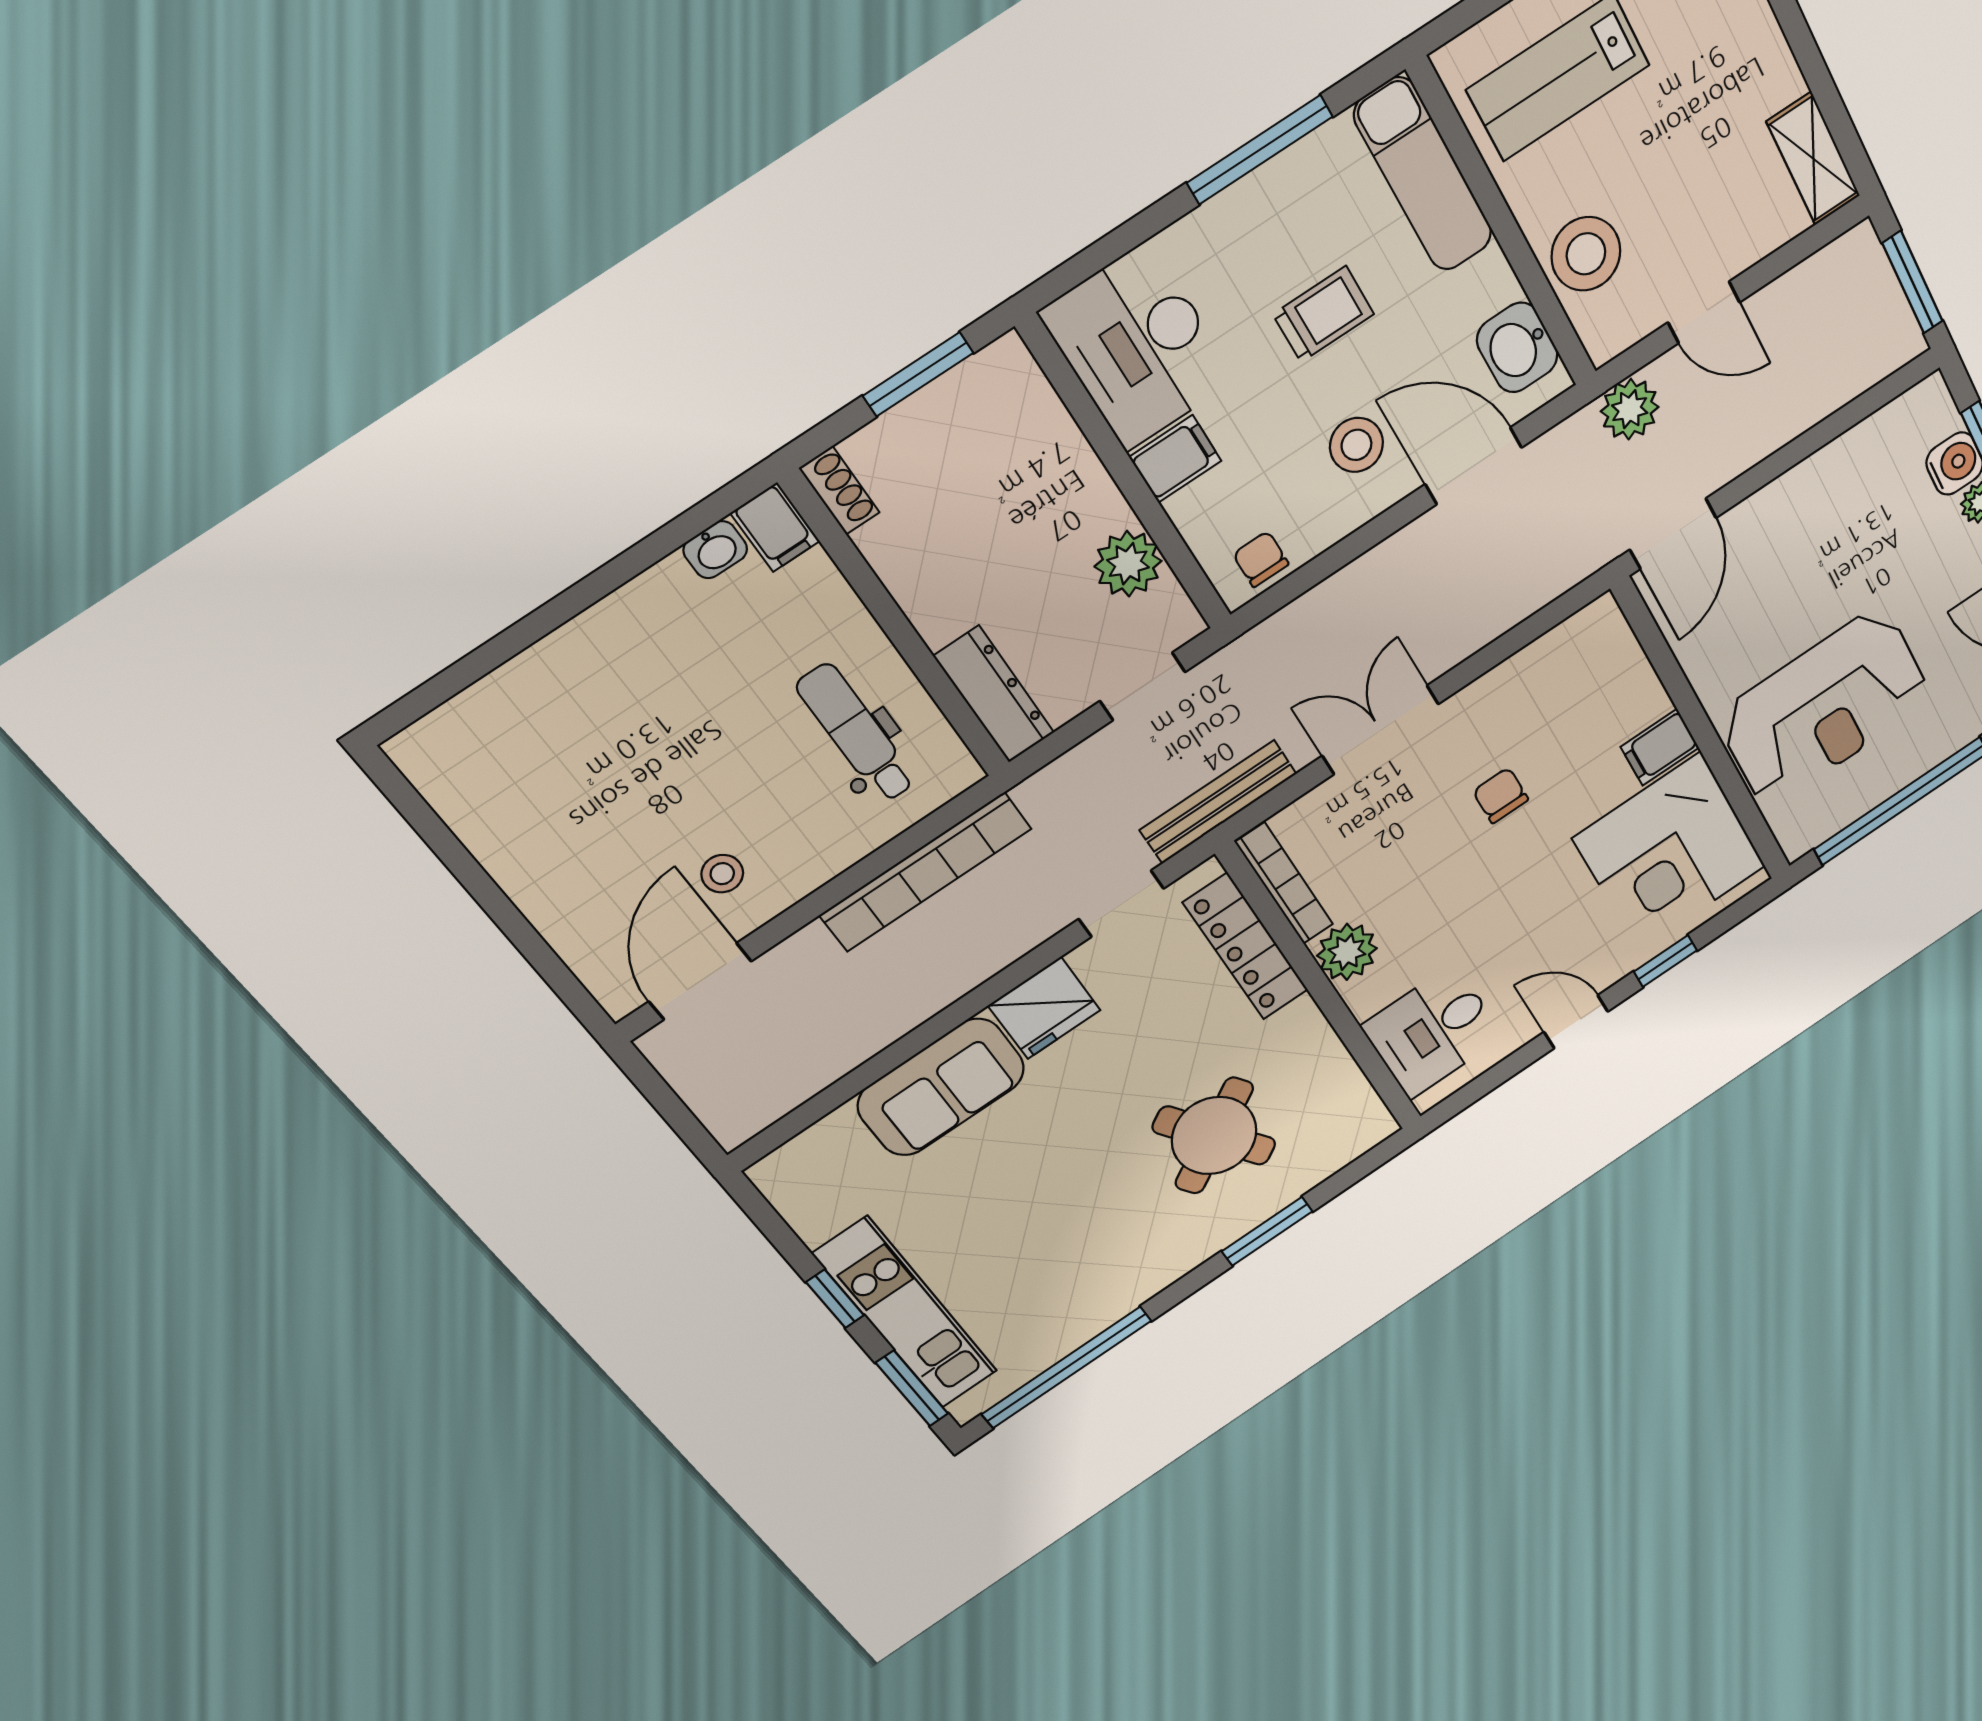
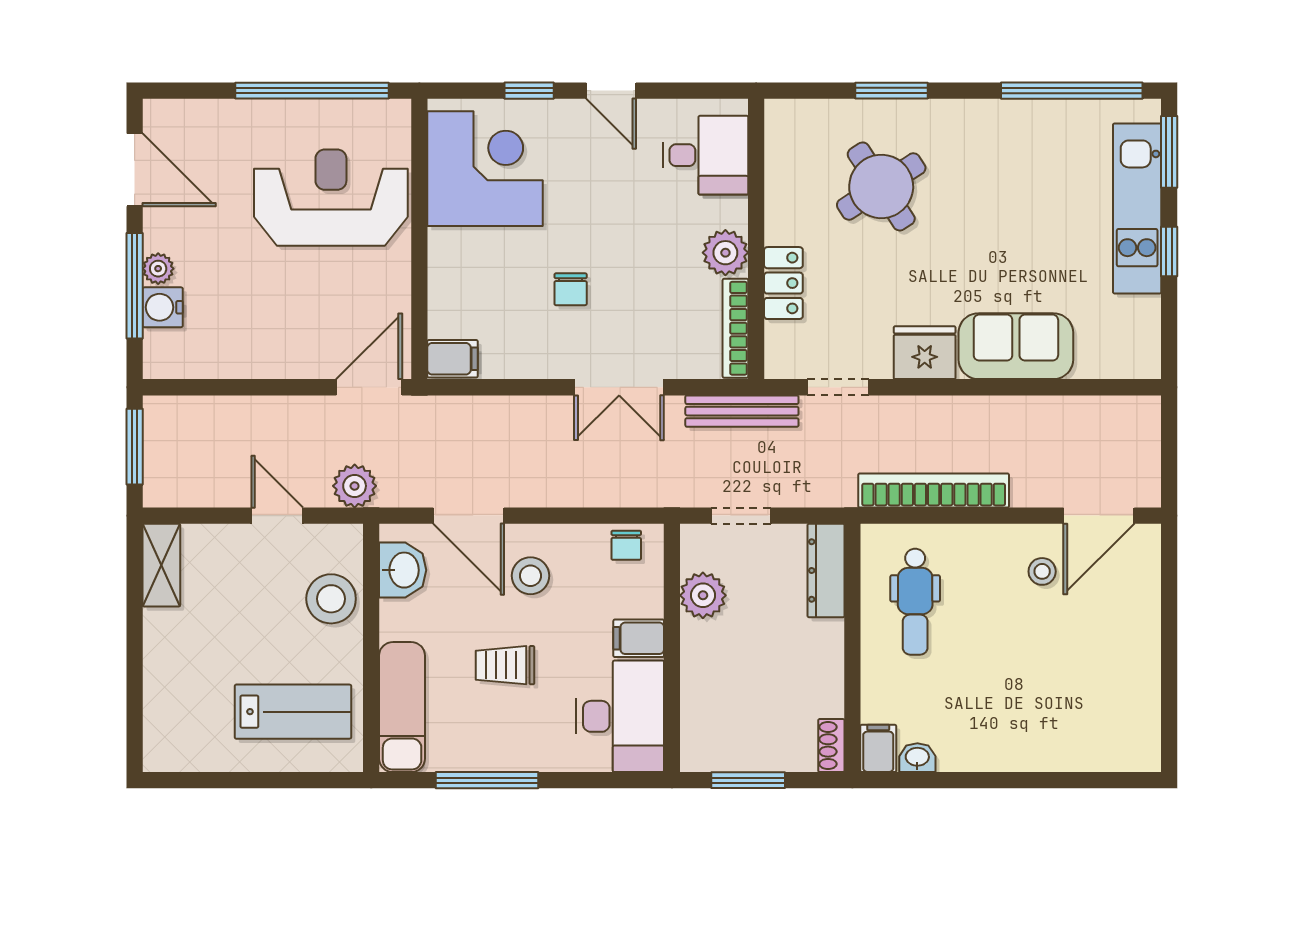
filing cabinet: (1660, 747) -> (452, 359), moved
locker: (1246, 947) -> (783, 283), width x0.66

